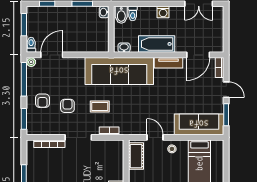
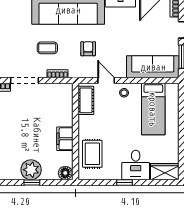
armchair: (67, 106) -> (88, 49), moved

